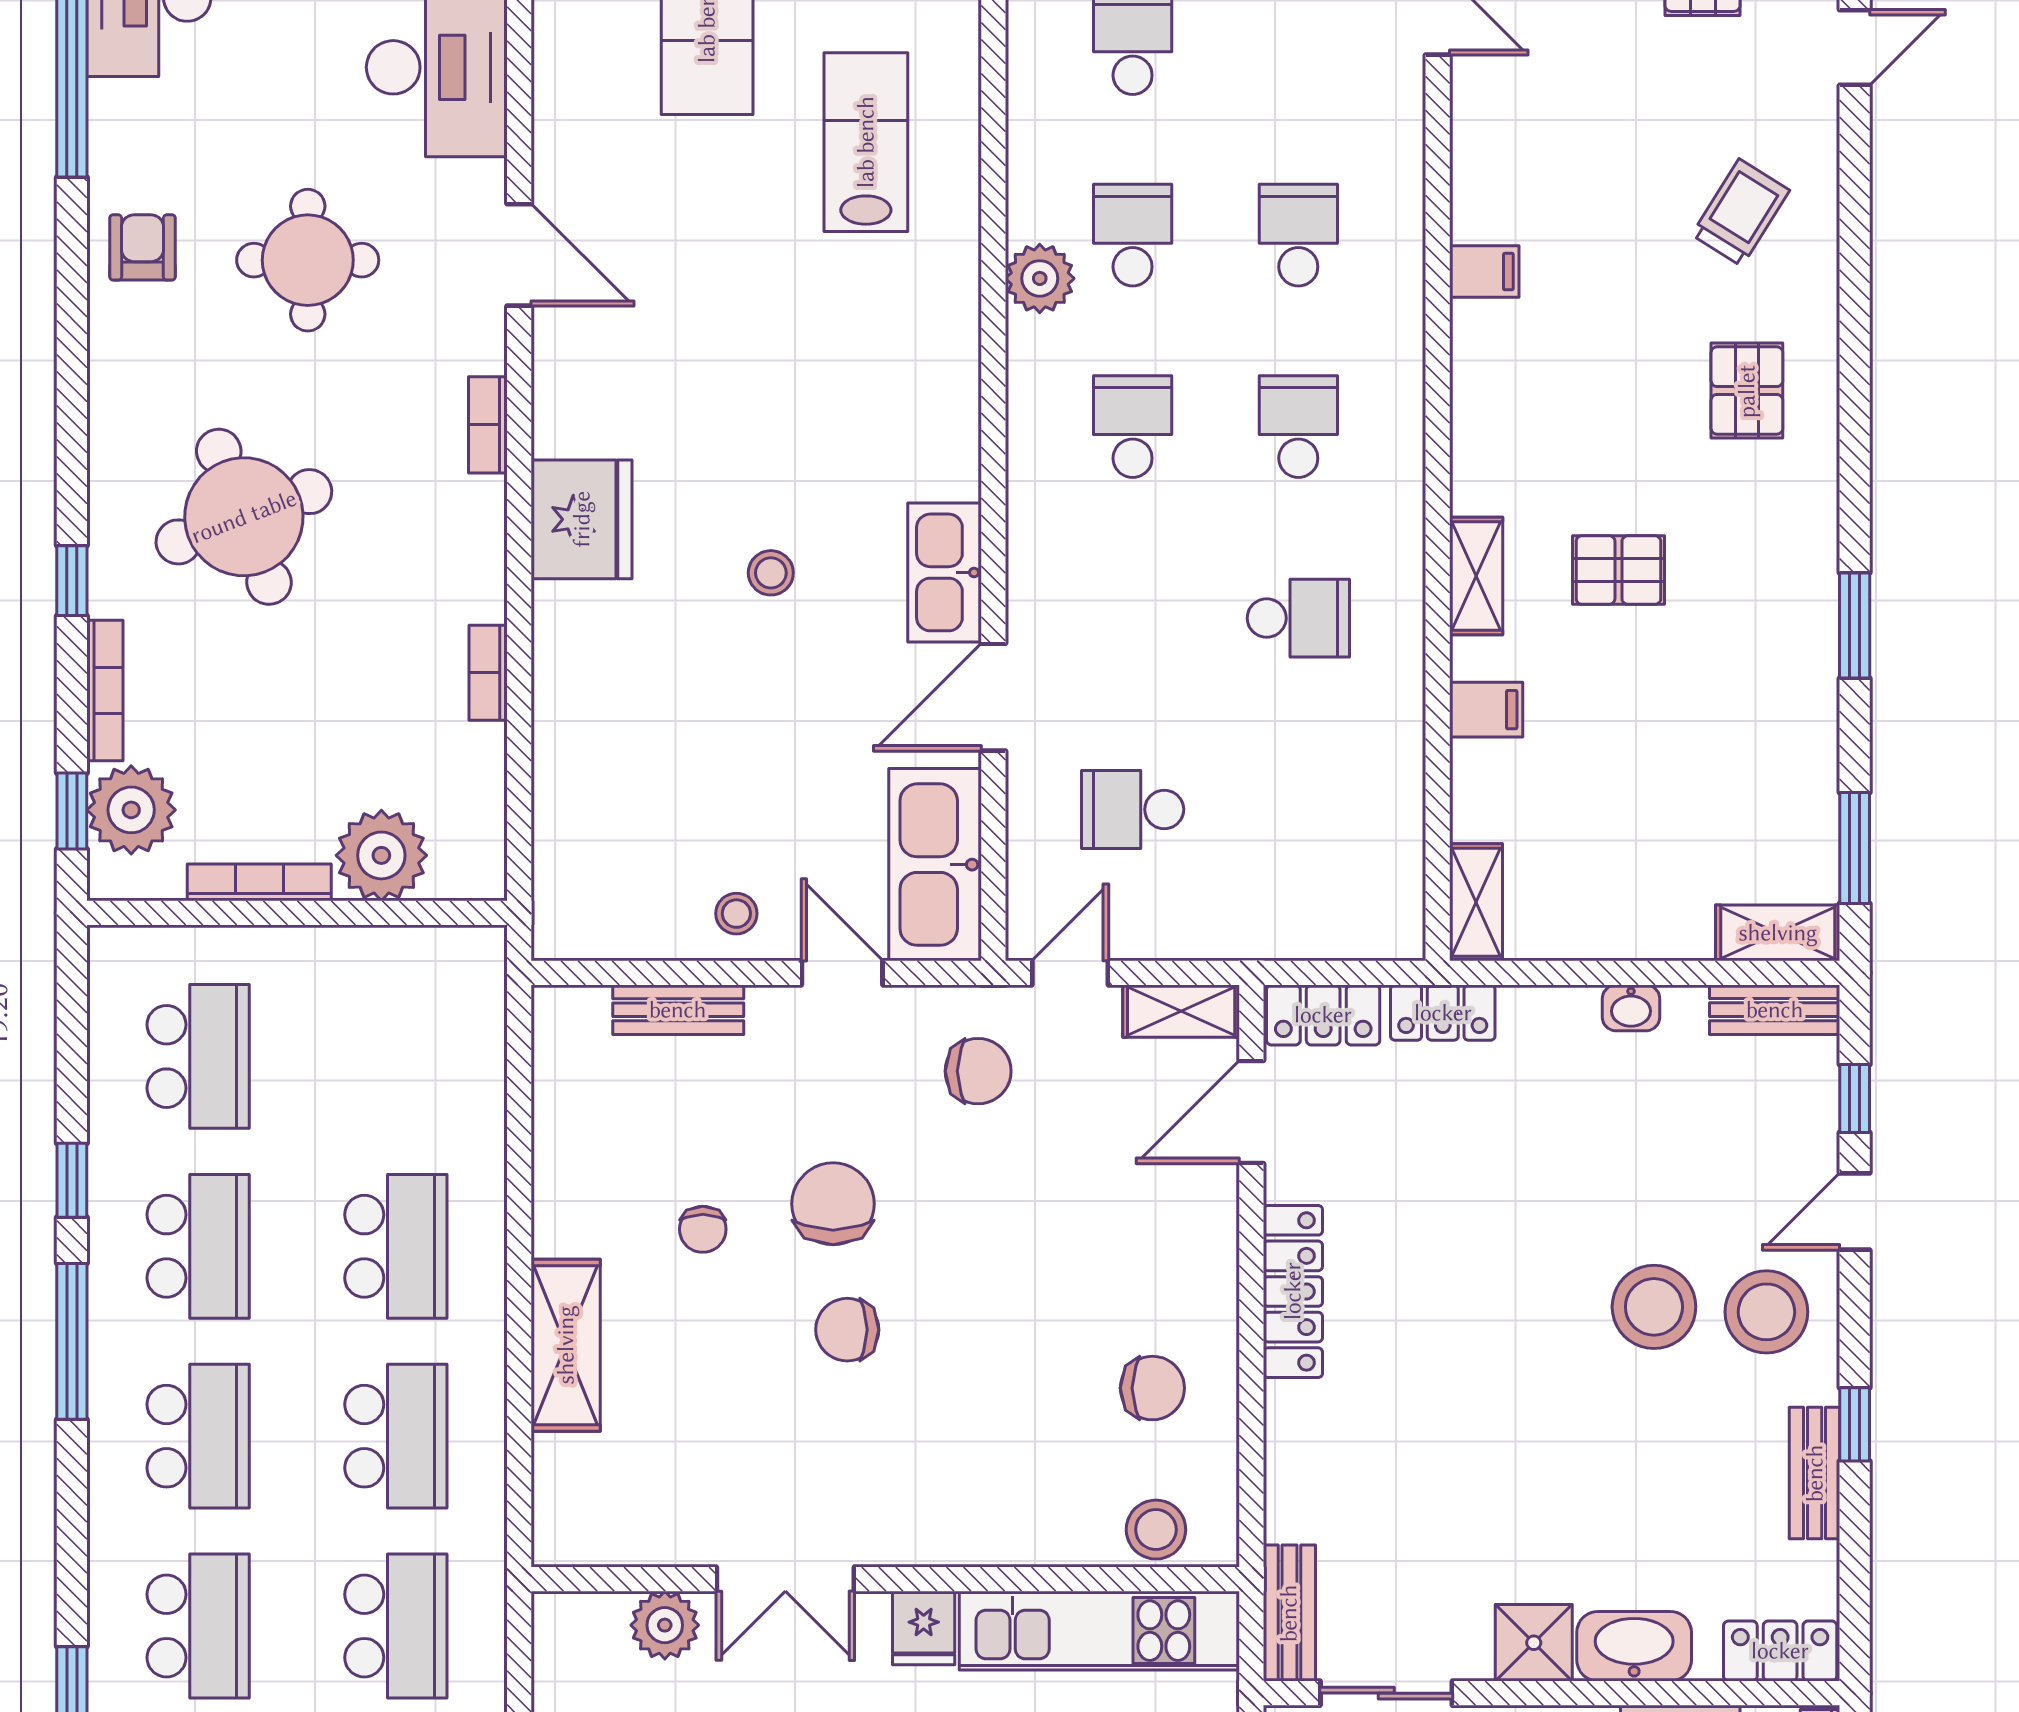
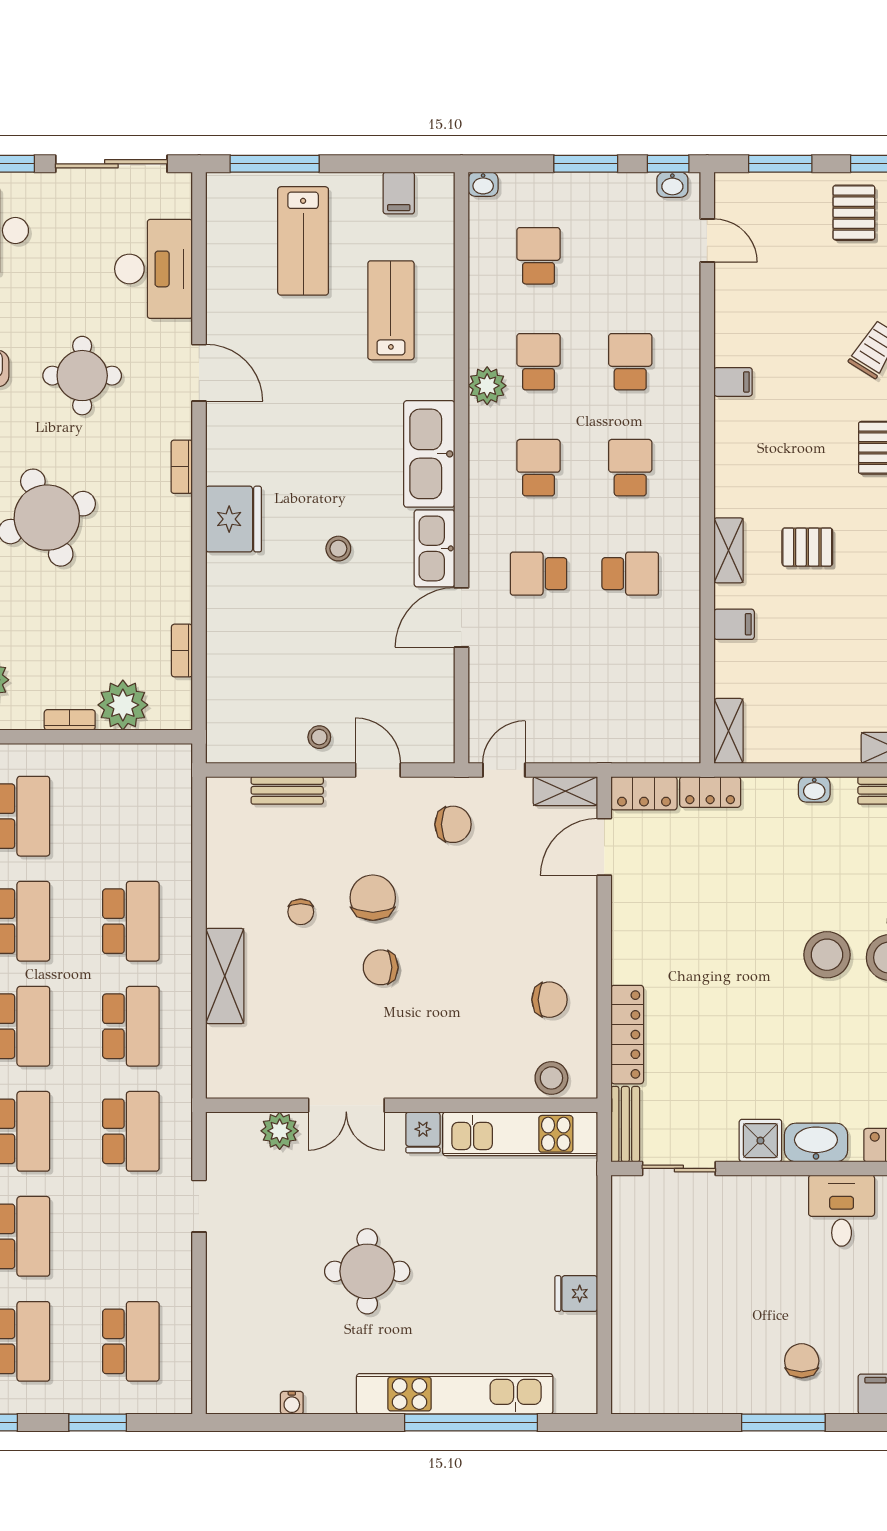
bookcase: (488, 673) -> (182, 651), moved
school desk: (1133, 810) -> (538, 574), moved
kitchen sink: (935, 865) -> (429, 454), moved
bookcase: (259, 882) -> (70, 720), width x0.64
locker: (1293, 1291) -> (627, 1035), moved

